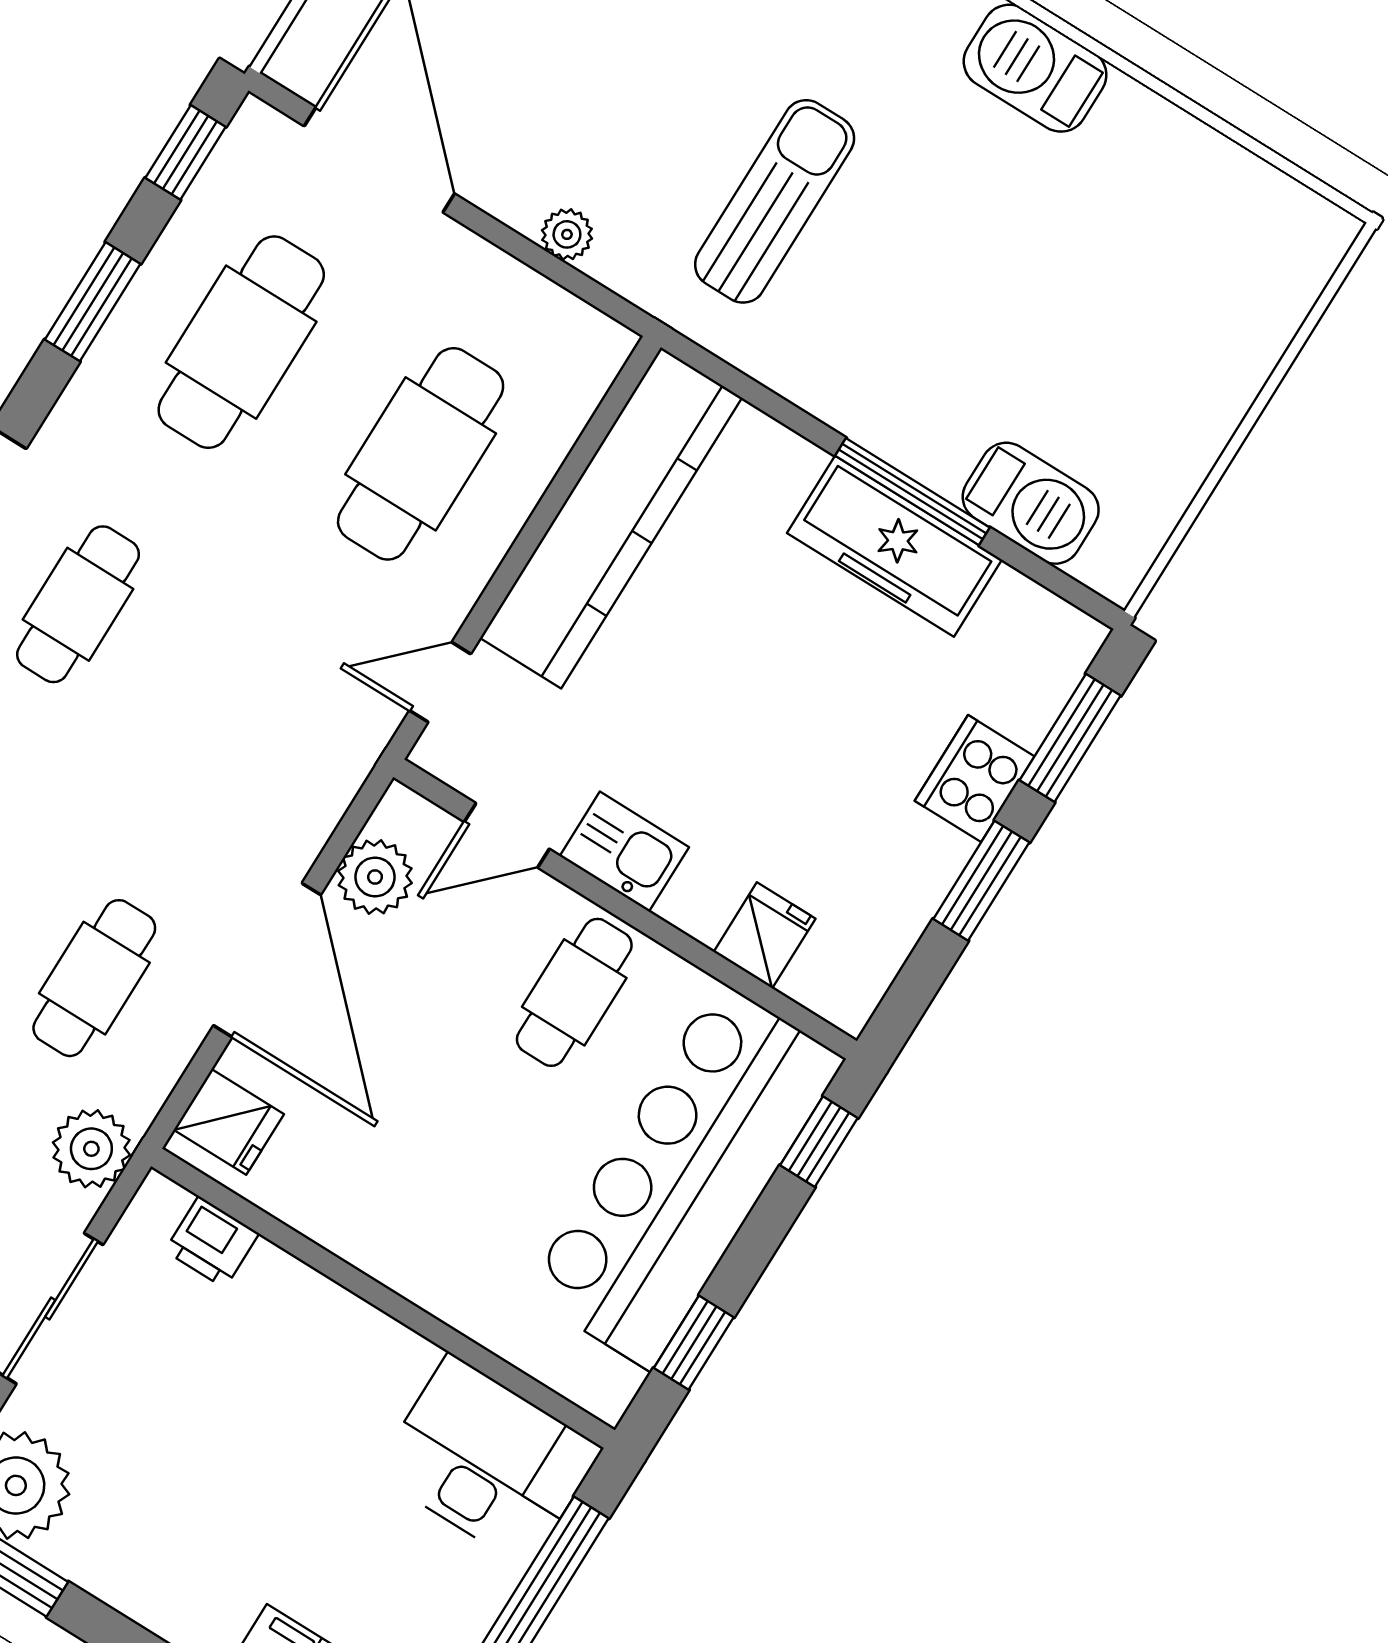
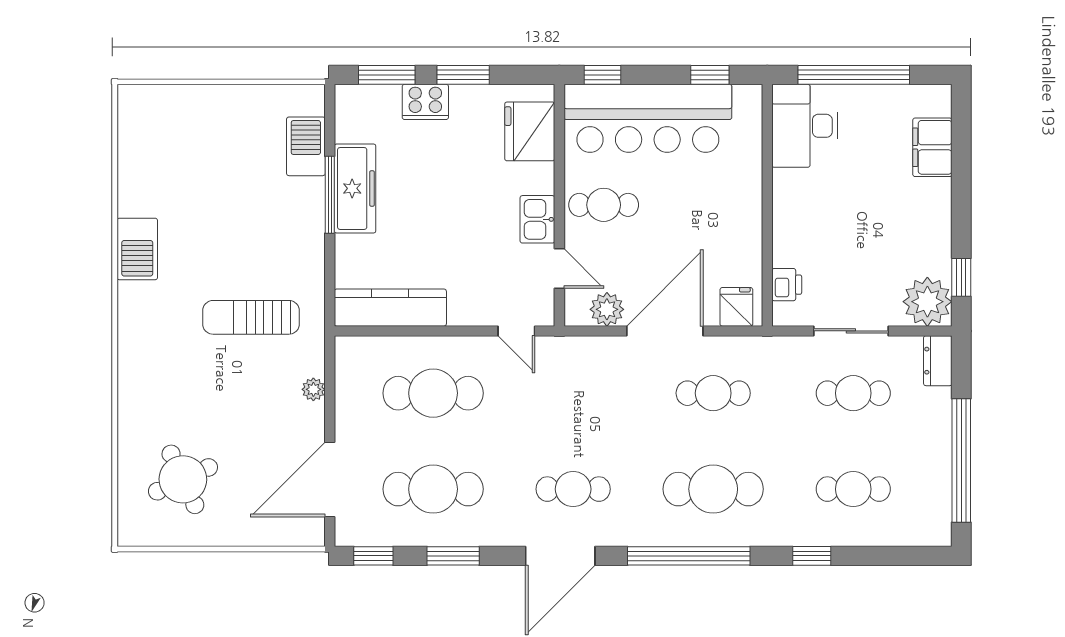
kitchen counter: (611, 518) -> (390, 308), width x0.72, depth x0.86
fridge: (765, 935) -> (530, 131), width x1.88, depth x1.34
plant: (91, 1149) -> (780, 353), removed

